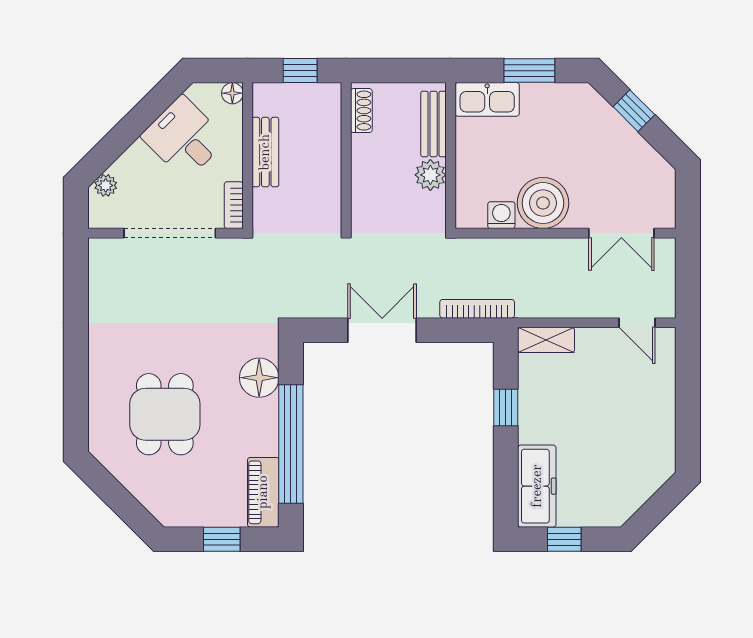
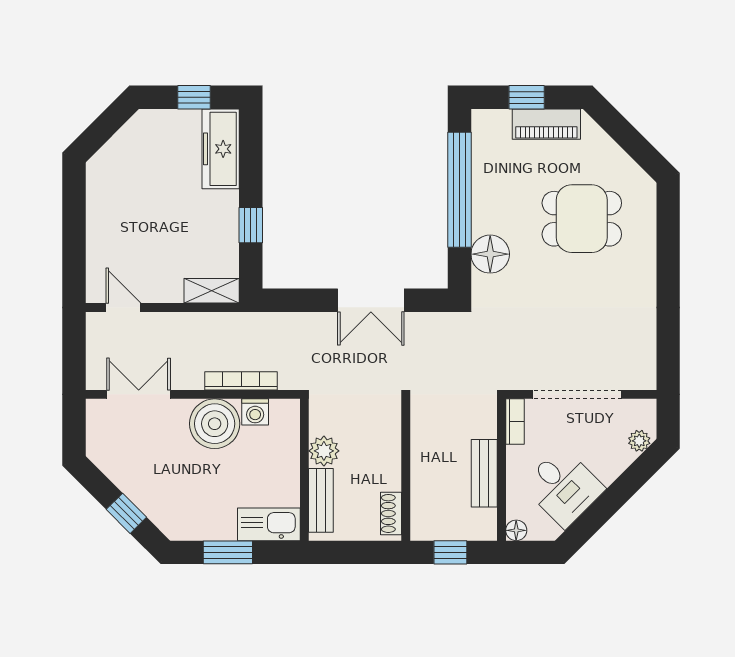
bookcase: (477, 309) -> (241, 381), moved, turned 180
dining table: (165, 414) -> (582, 219), turned 90
piano: (263, 492) -> (546, 124), moved, turned 90

